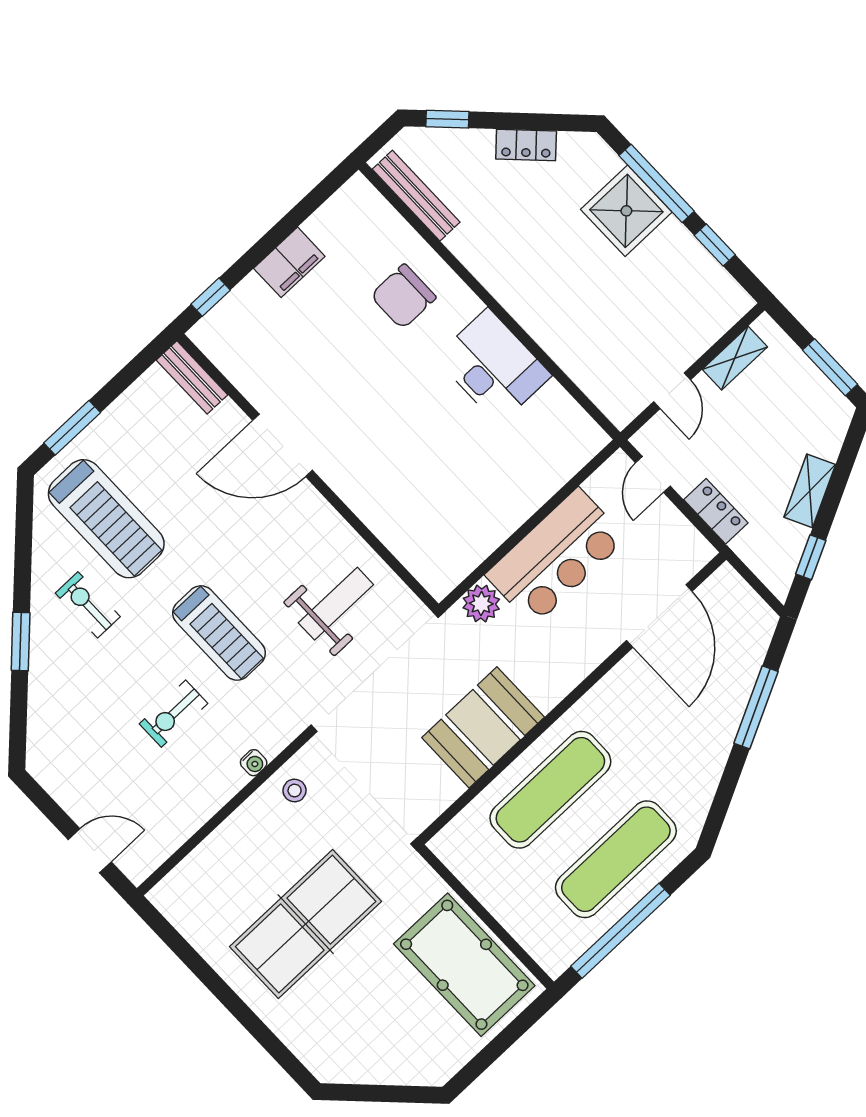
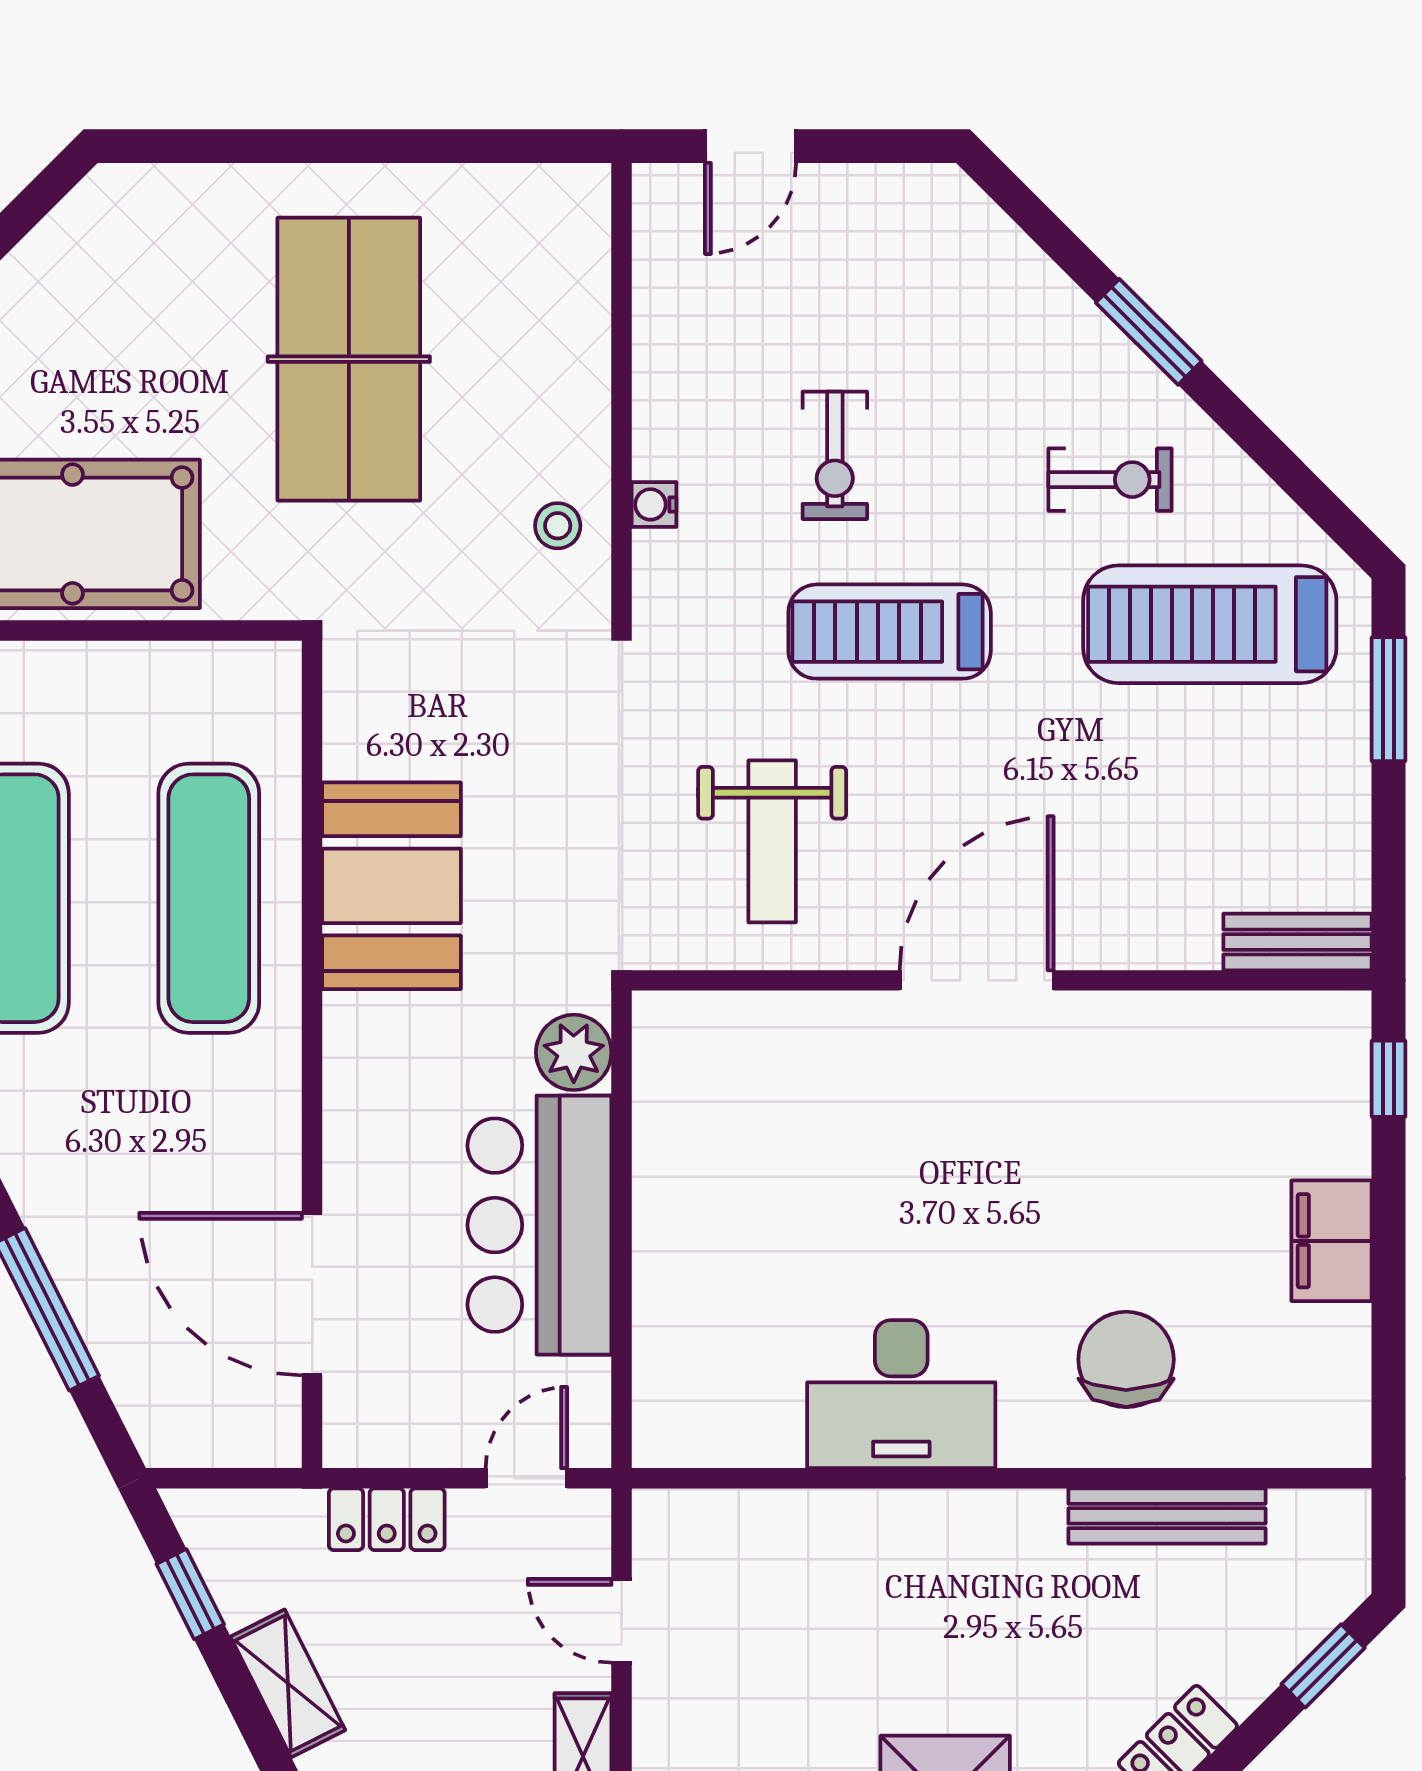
bench: (416, 196) -> (1167, 1516), moved
door: (282, 445) -> (977, 980), moved
door: (653, 474) -> (526, 1478), hinge flipped
exercise bike: (174, 714) -> (835, 455), turned 180

